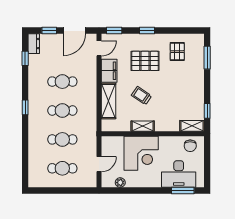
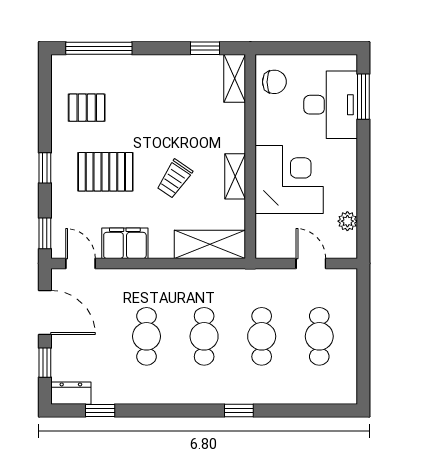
window: (207, 58) -> (99, 48), width x1.44
pallet: (145, 61) -> (105, 172), turned 90
shelving: (109, 101) -> (210, 244), moved
window: (25, 107) -> (239, 411), moved

